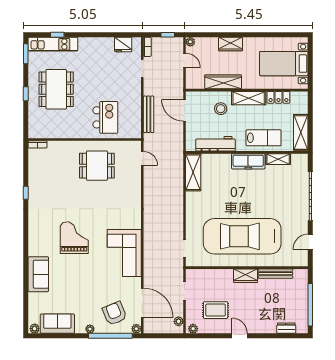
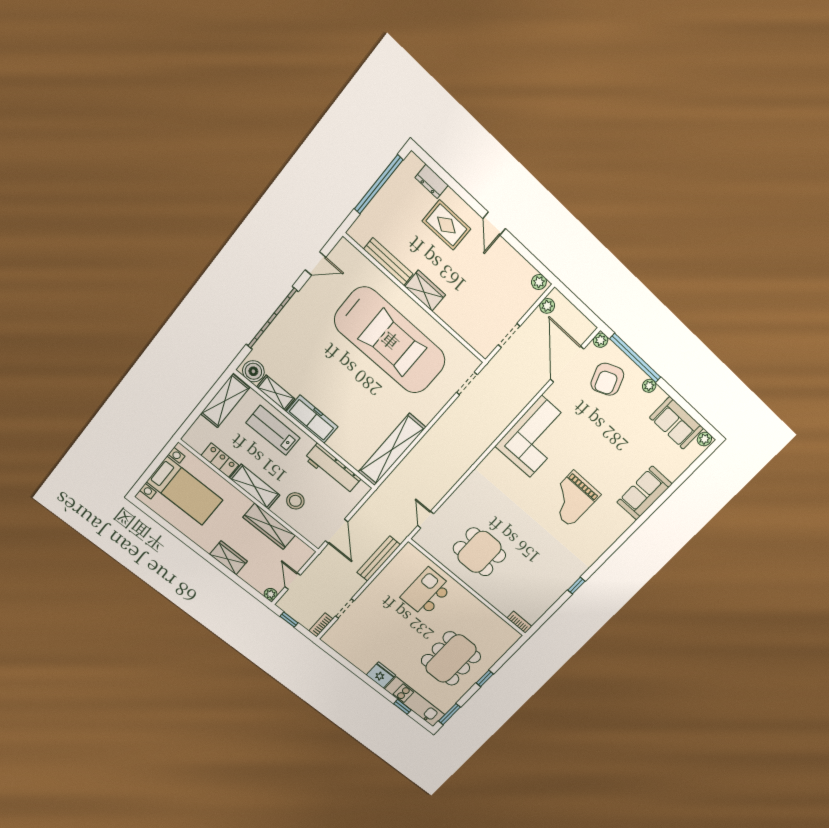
fridge: (123, 45) -> (381, 675), moved
boiler: (298, 161) -> (253, 371), added
shelving: (193, 172) -> (392, 450), width x1.47
rug: (216, 310) -> (446, 225), moved

